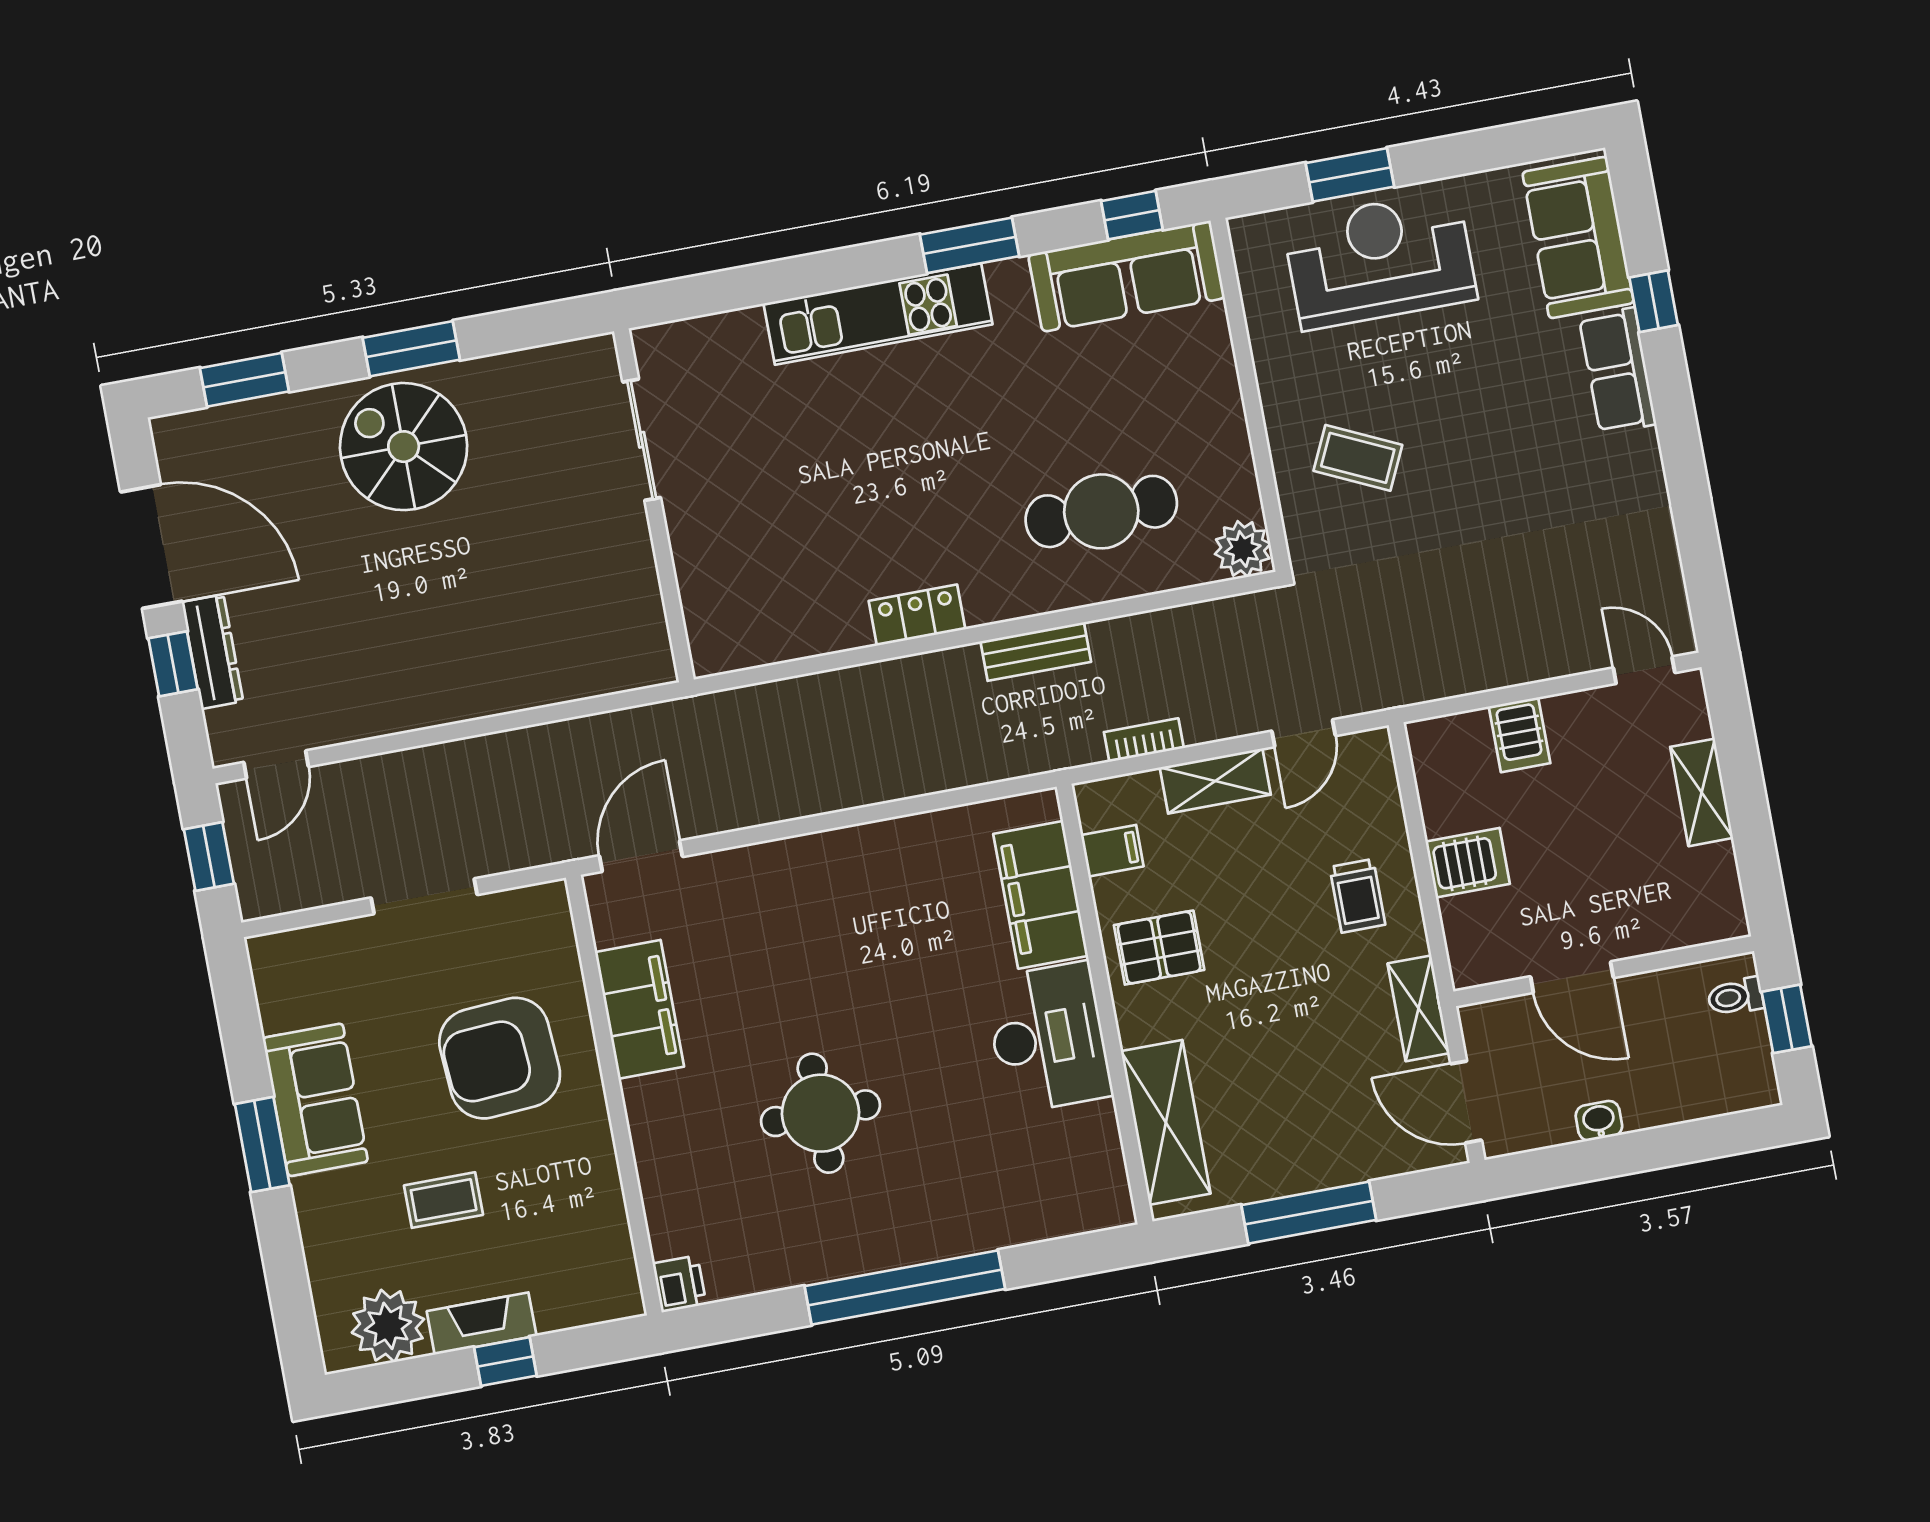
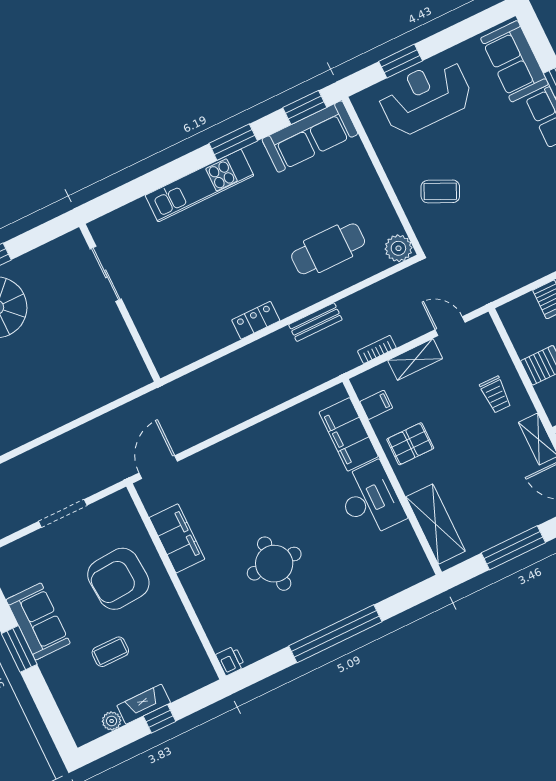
window: (1132, 215) -> (305, 108), width x1.50
door: (1304, 733) -> (450, 326), swing flipped
plant: (388, 1326) -> (112, 721), width x0.53, depth x0.53

